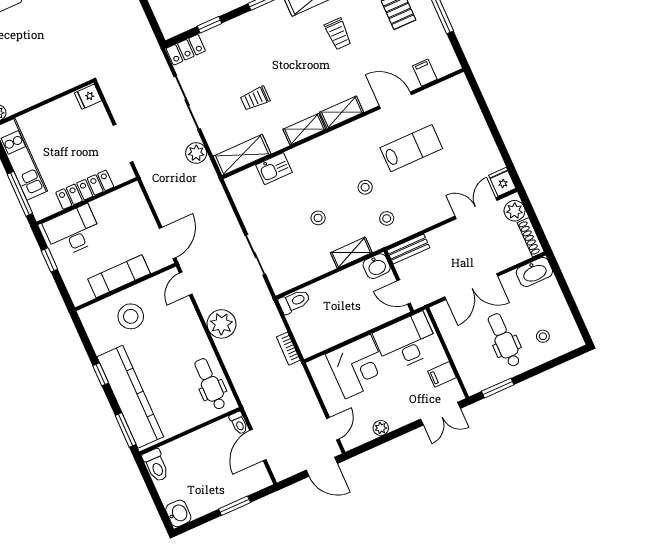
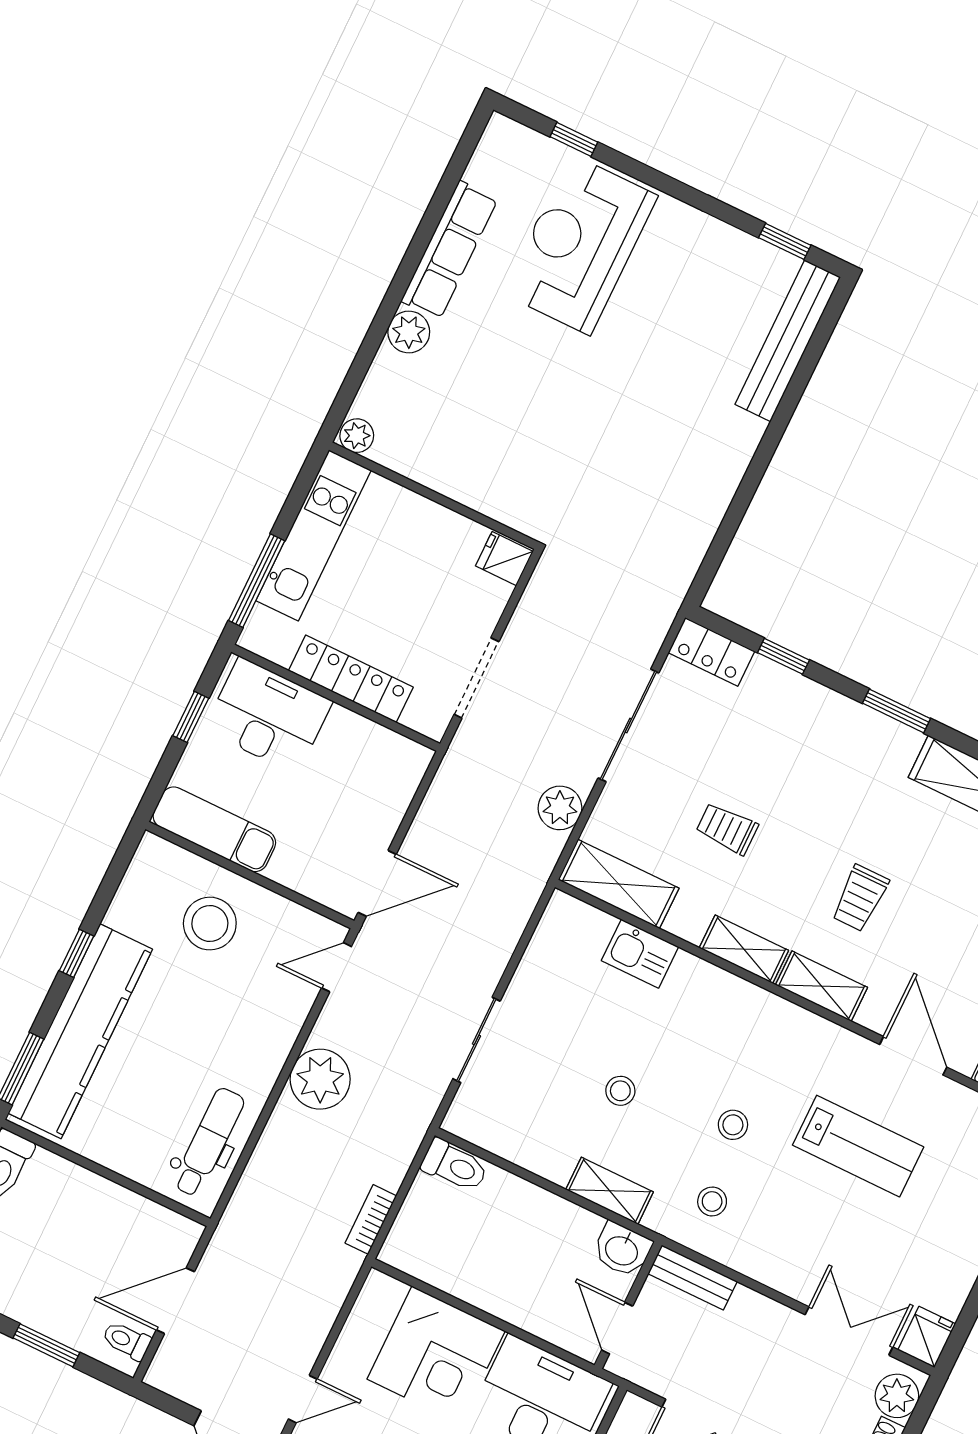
trolley: (338, 34) -> (860, 898), moved
exam couch: (119, 276) -> (214, 829), moved
toilet: (239, 423) -> (127, 1341), moved, turned 90

